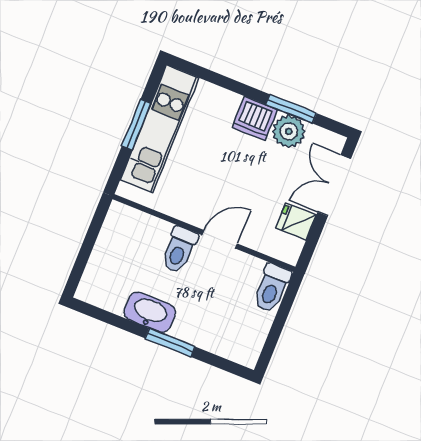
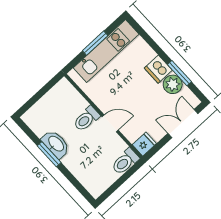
fridge: (296, 222) -> (144, 144), moved, turned 90
window: (170, 343) -> (49, 154), moved

